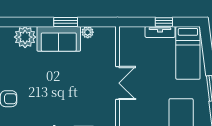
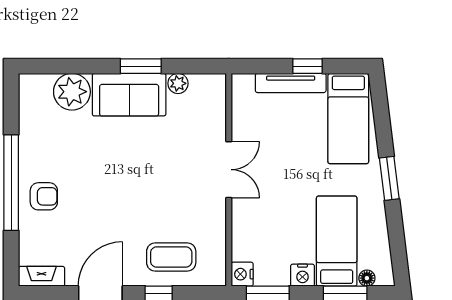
tv unit: (160, 32) -> (291, 83), width x1.41

